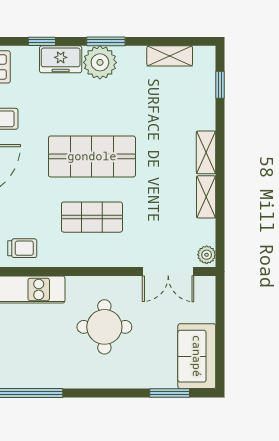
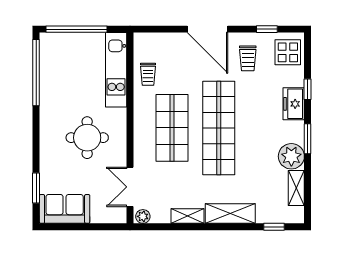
plant: (100, 62) -> (291, 156), moved
shelving: (206, 152) -> (230, 214), width x1.50, depth x1.33
shop shelf: (92, 156) -> (219, 128), width x1.40
shop shelf: (92, 217) -> (172, 128), width x1.43, depth x1.36

